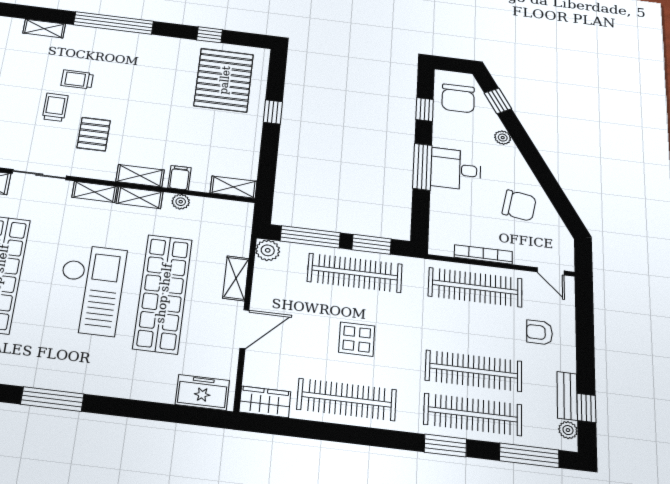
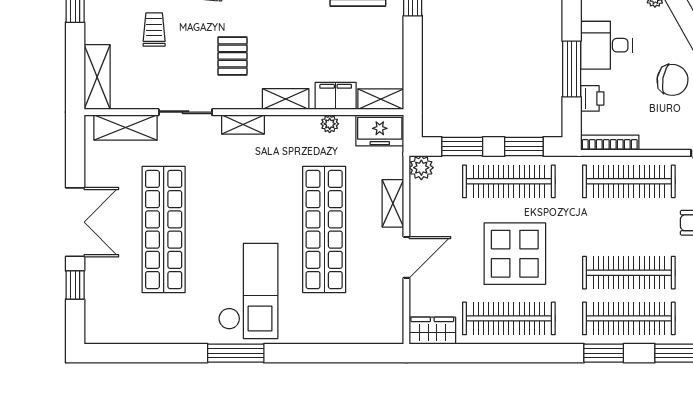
trolley: (55, 107) -> (154, 30), moved
window: (422, 167) -> (572, 69), moved
filing cabinet: (180, 178) -> (336, 96), width x2.00
shelving: (140, 198) -> (288, 125), removed
printer: (441, 212) -> (592, 98), added
window: (310, 237) -> (462, 146), width x0.69
bookcase: (483, 254) -> (610, 143), moved
checkout: (90, 290) -> (248, 291), moved
display table: (357, 339) -> (515, 254), width x1.86, depth x1.86
freezer: (202, 392) -> (380, 130), moved, turned 180

